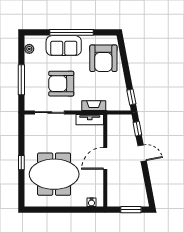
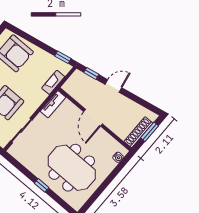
fireplace: (94, 106) -> (53, 82), moved
meeting table: (54, 174) -> (72, 168), turned 90
shoe rack: (123, 202) -> (138, 132), added

